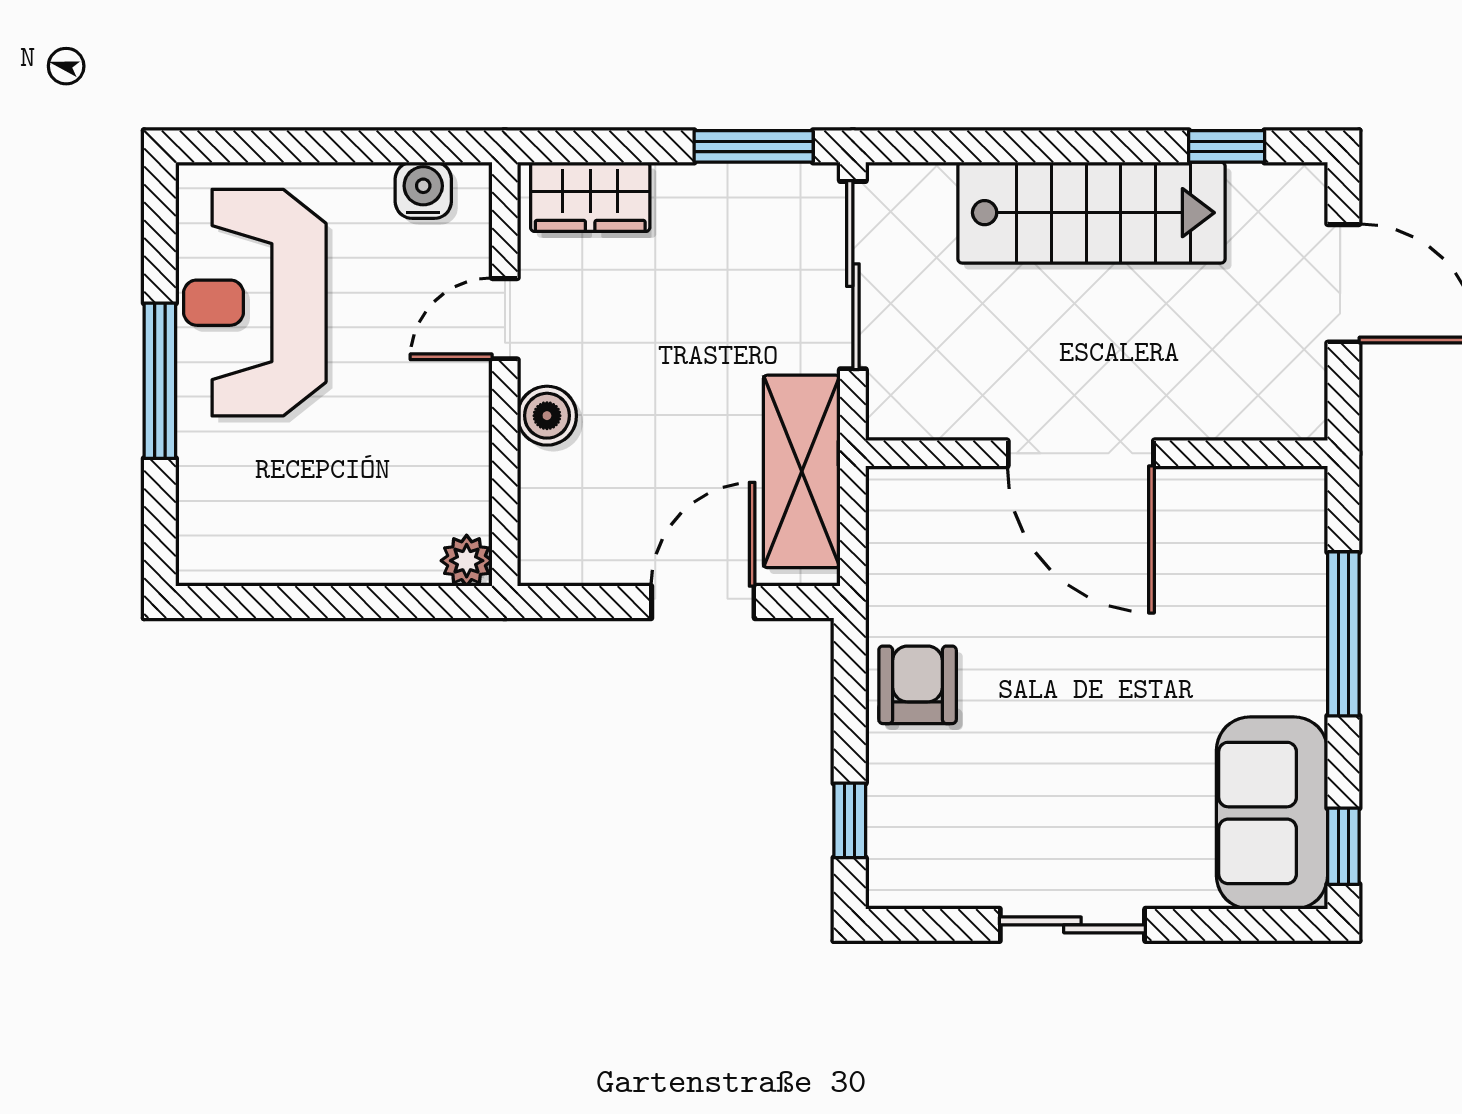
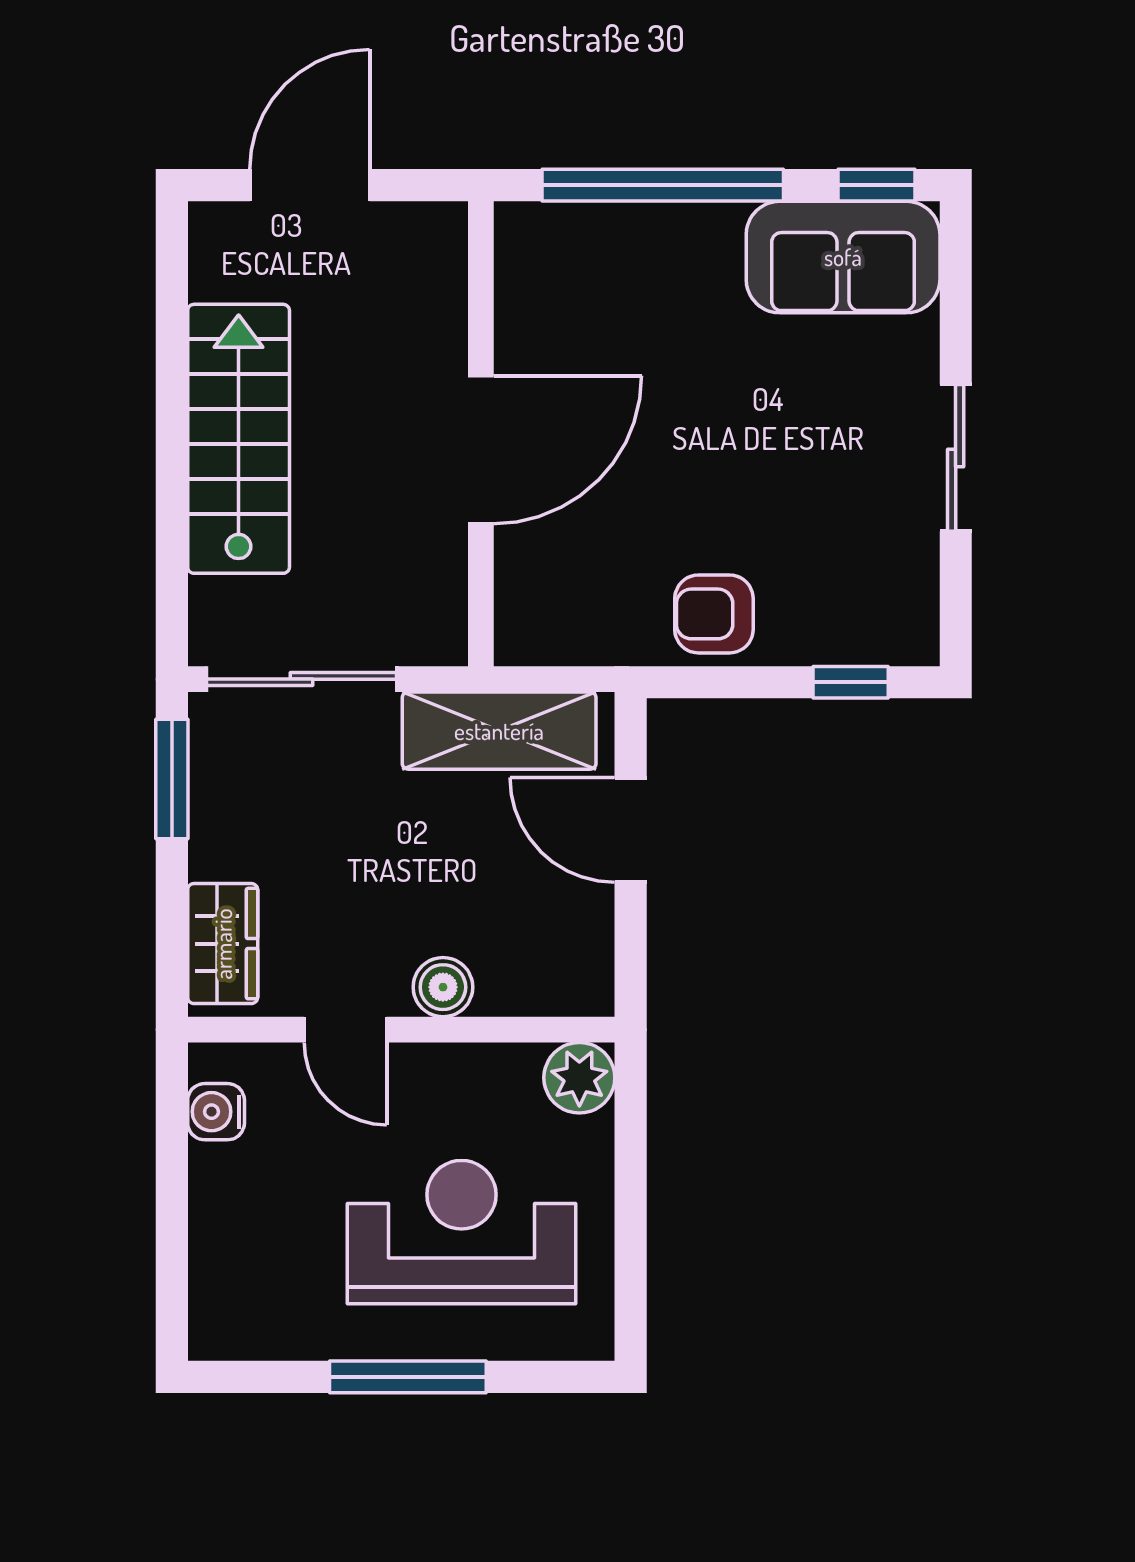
window: (1227, 146) -> (172, 303), removed
reception desk: (255, 303) -> (461, 1232), moved, turned 180
plant: (467, 561) -> (579, 1078), width x1.38, depth x1.38
window: (1343, 634) -> (663, 185), width x1.46

